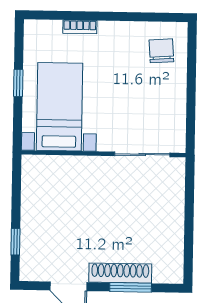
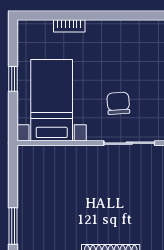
chair: (161, 51) -> (118, 103), moved
window: (15, 242) -> (13, 226), width x1.50

